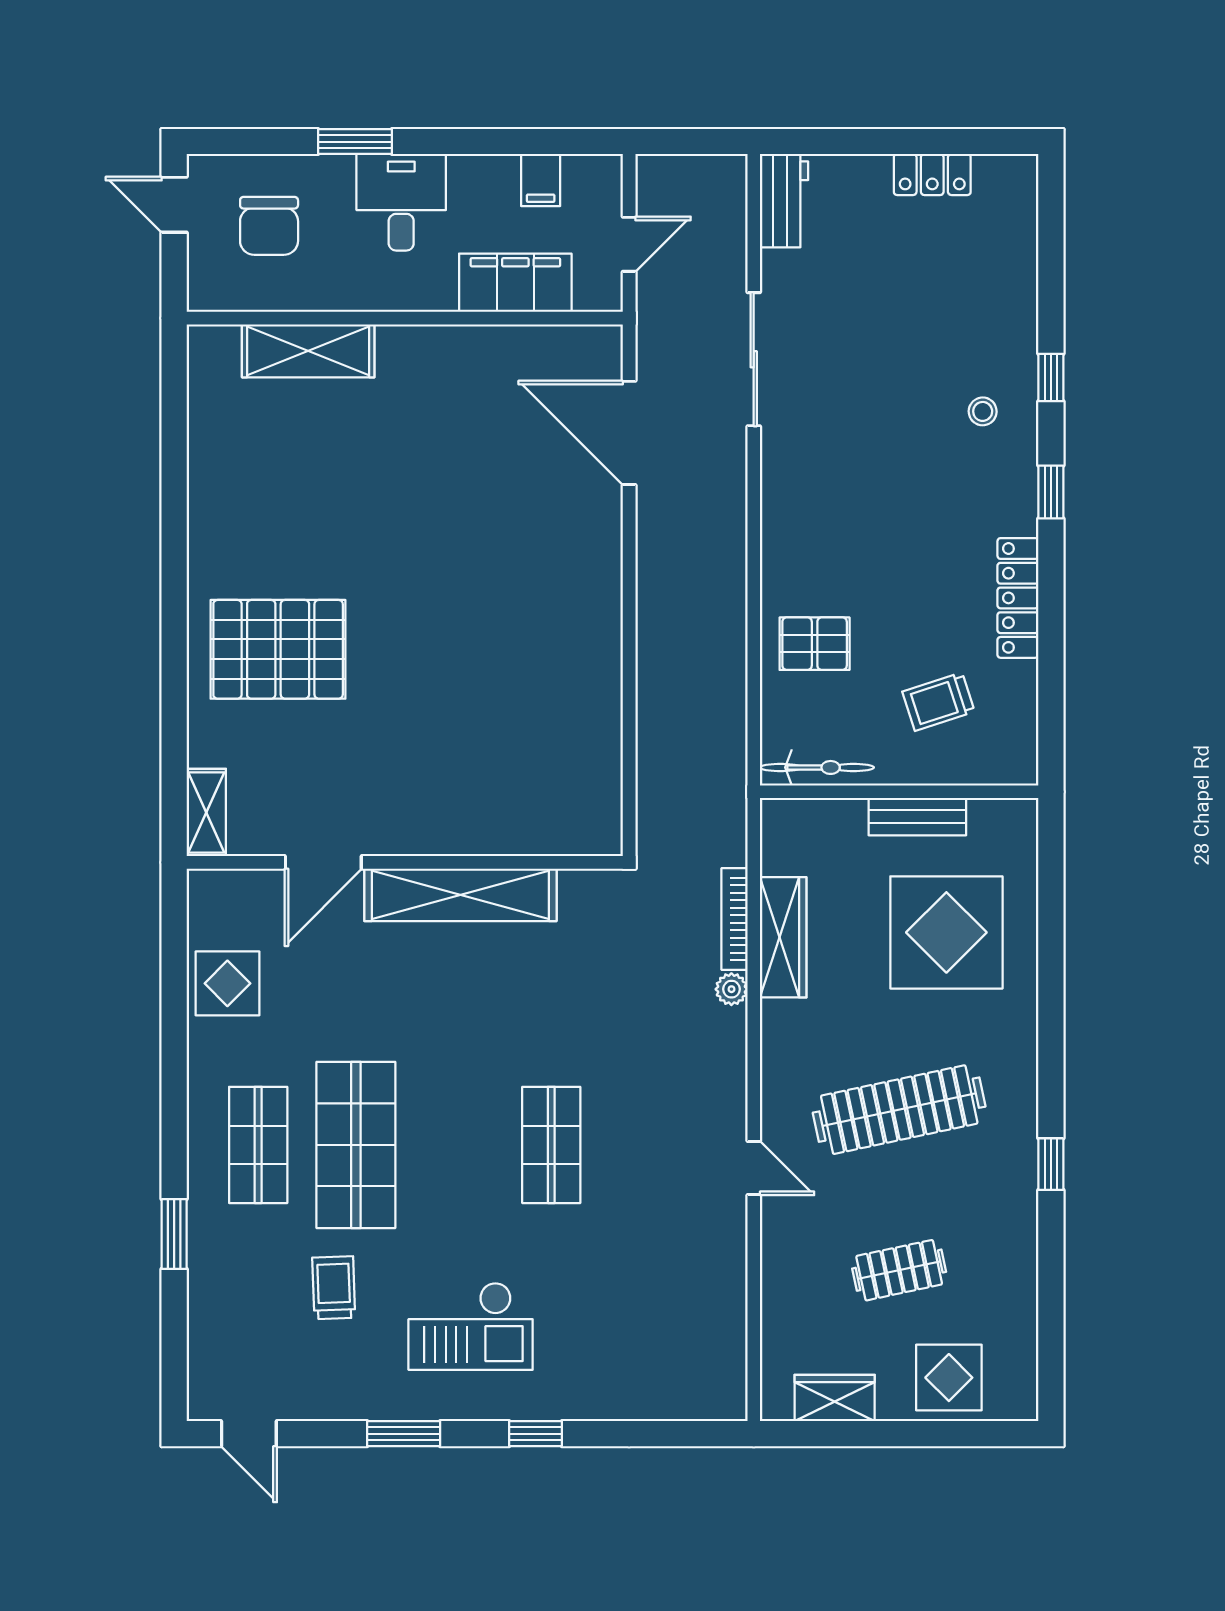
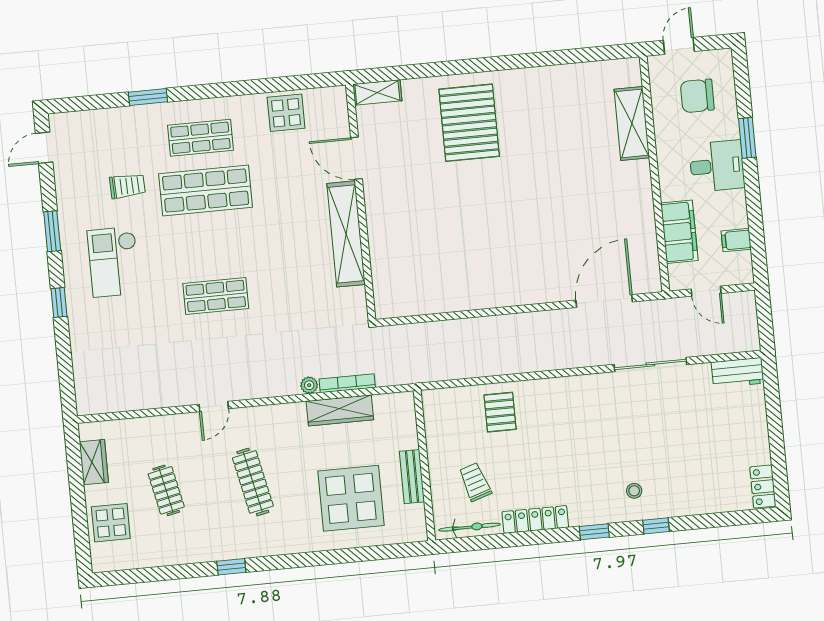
locker: (932, 175) -> (763, 487), moved
door: (174, 205) -> (679, 46), moved
bicycle: (817, 767) -> (470, 527), moved, turned -90
clothes rail: (899, 1110) -> (253, 482), width x0.73, depth x0.76

